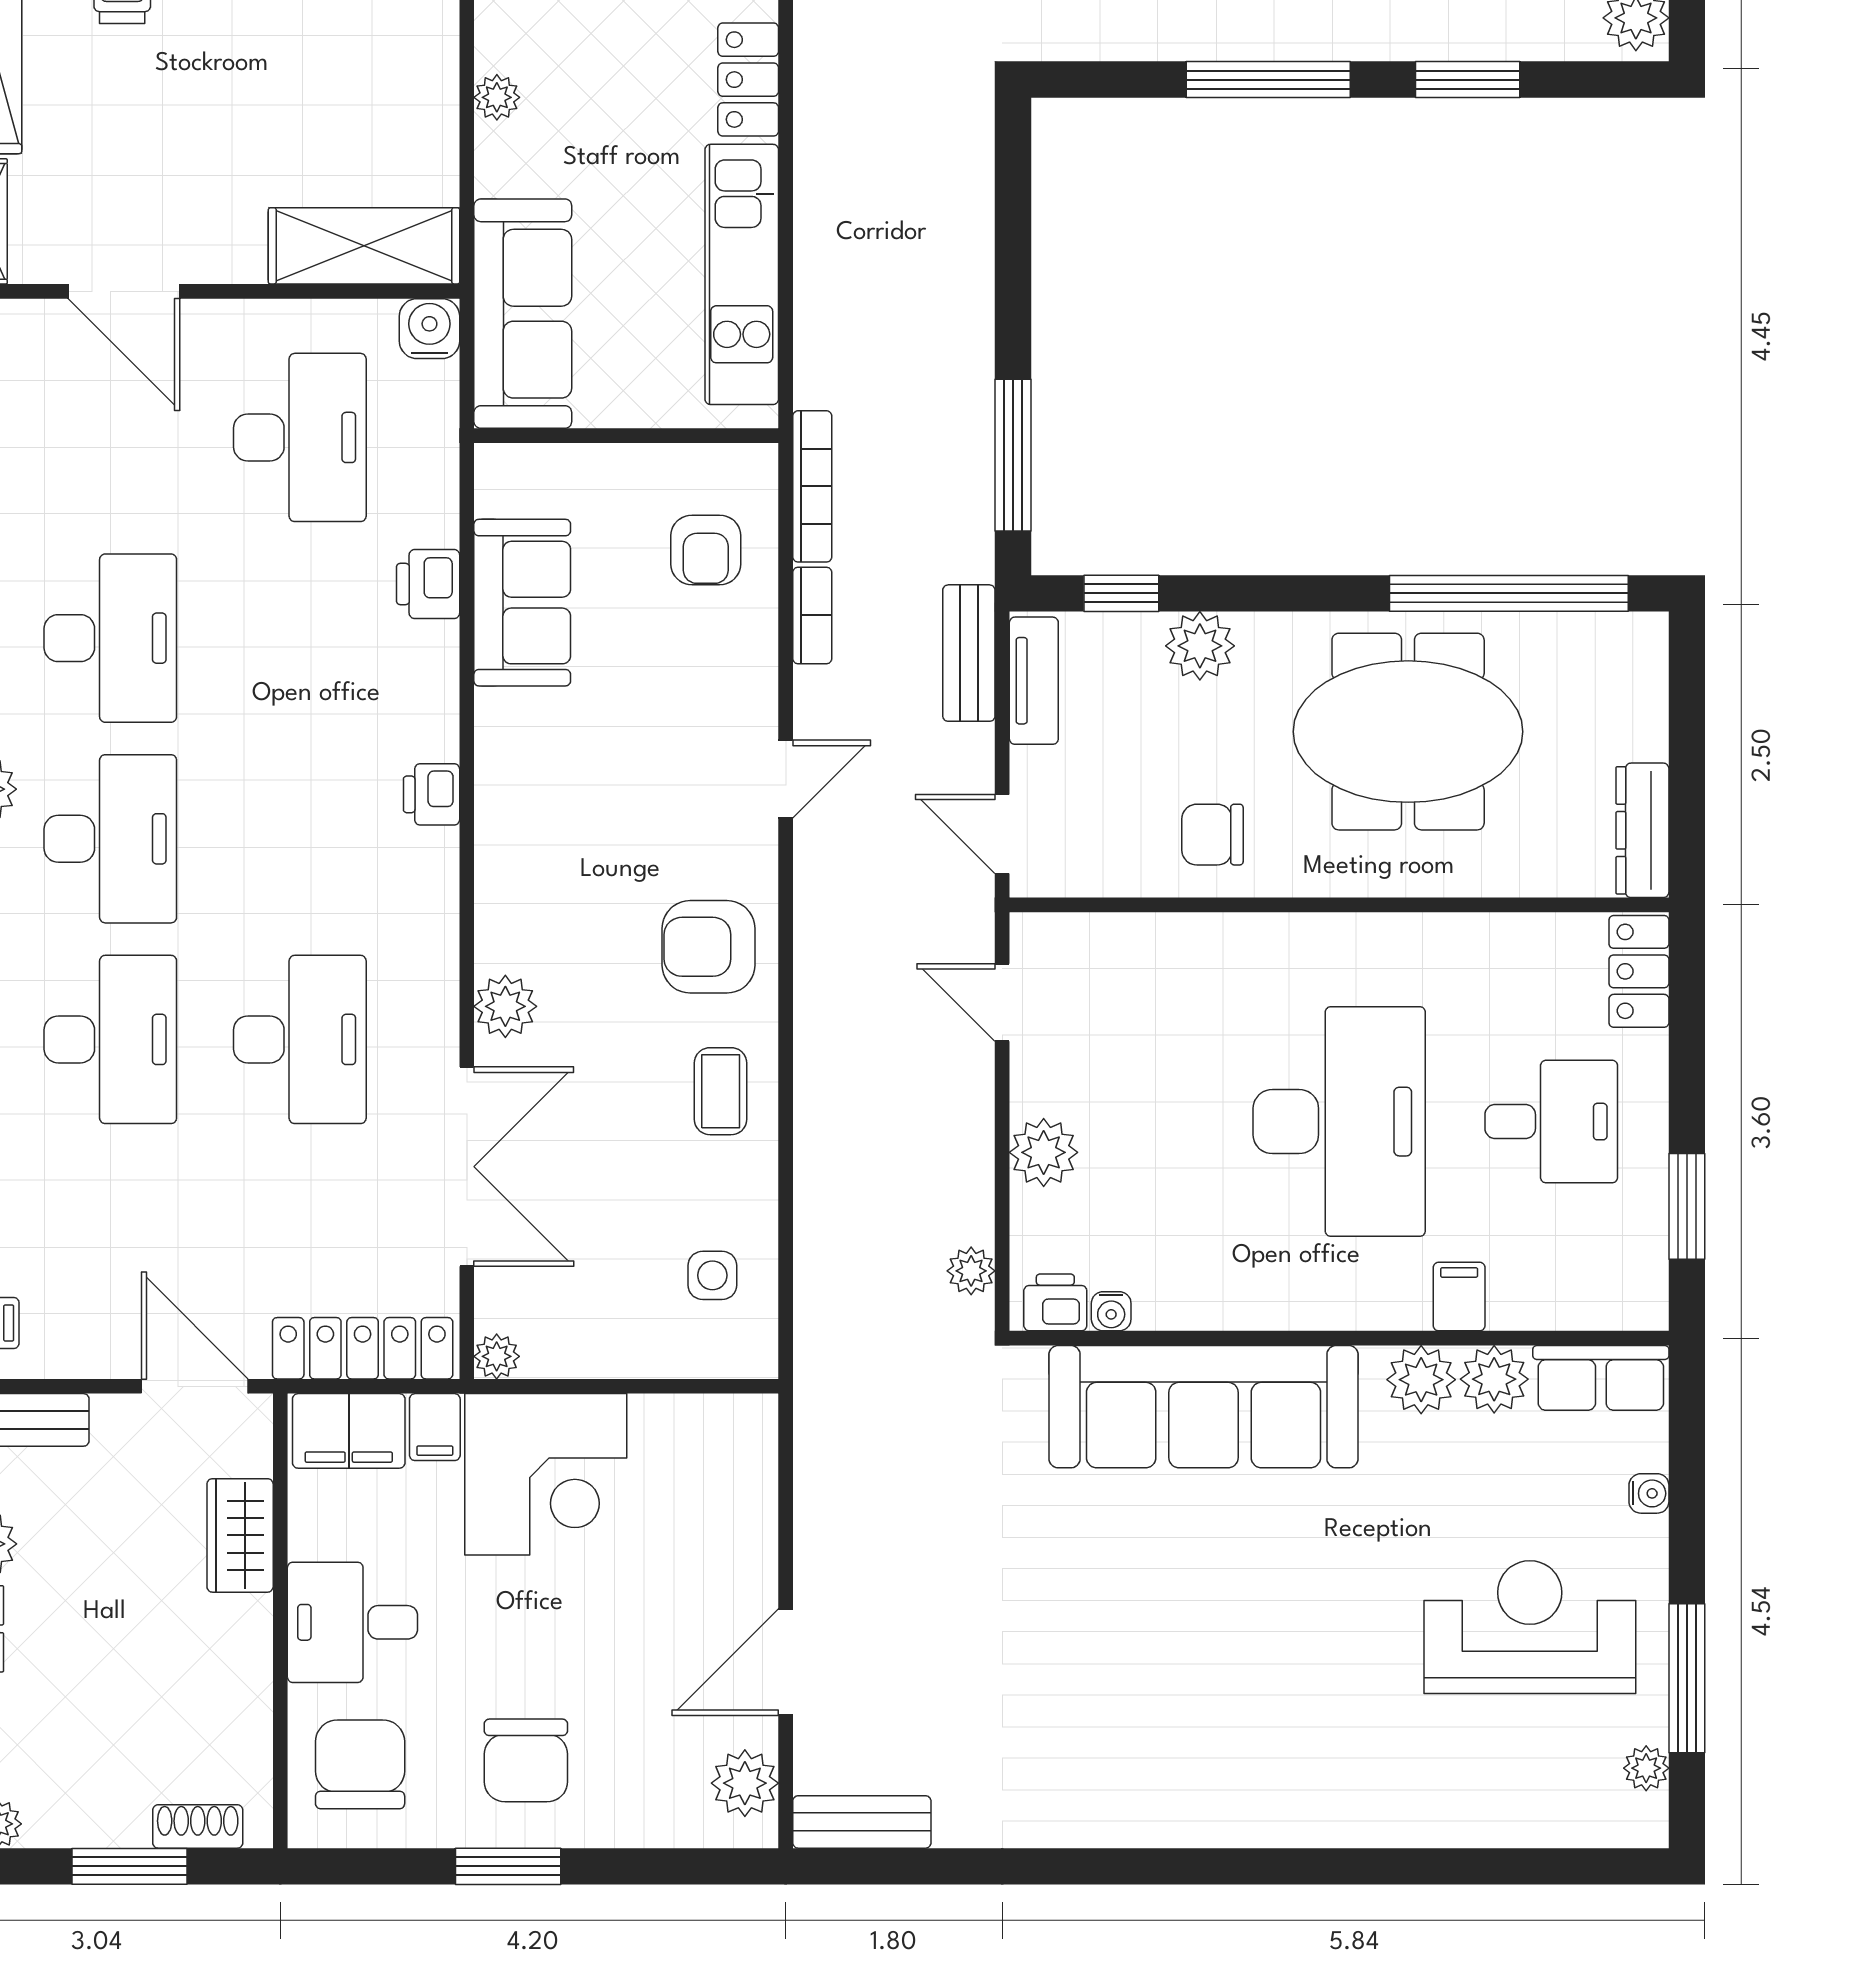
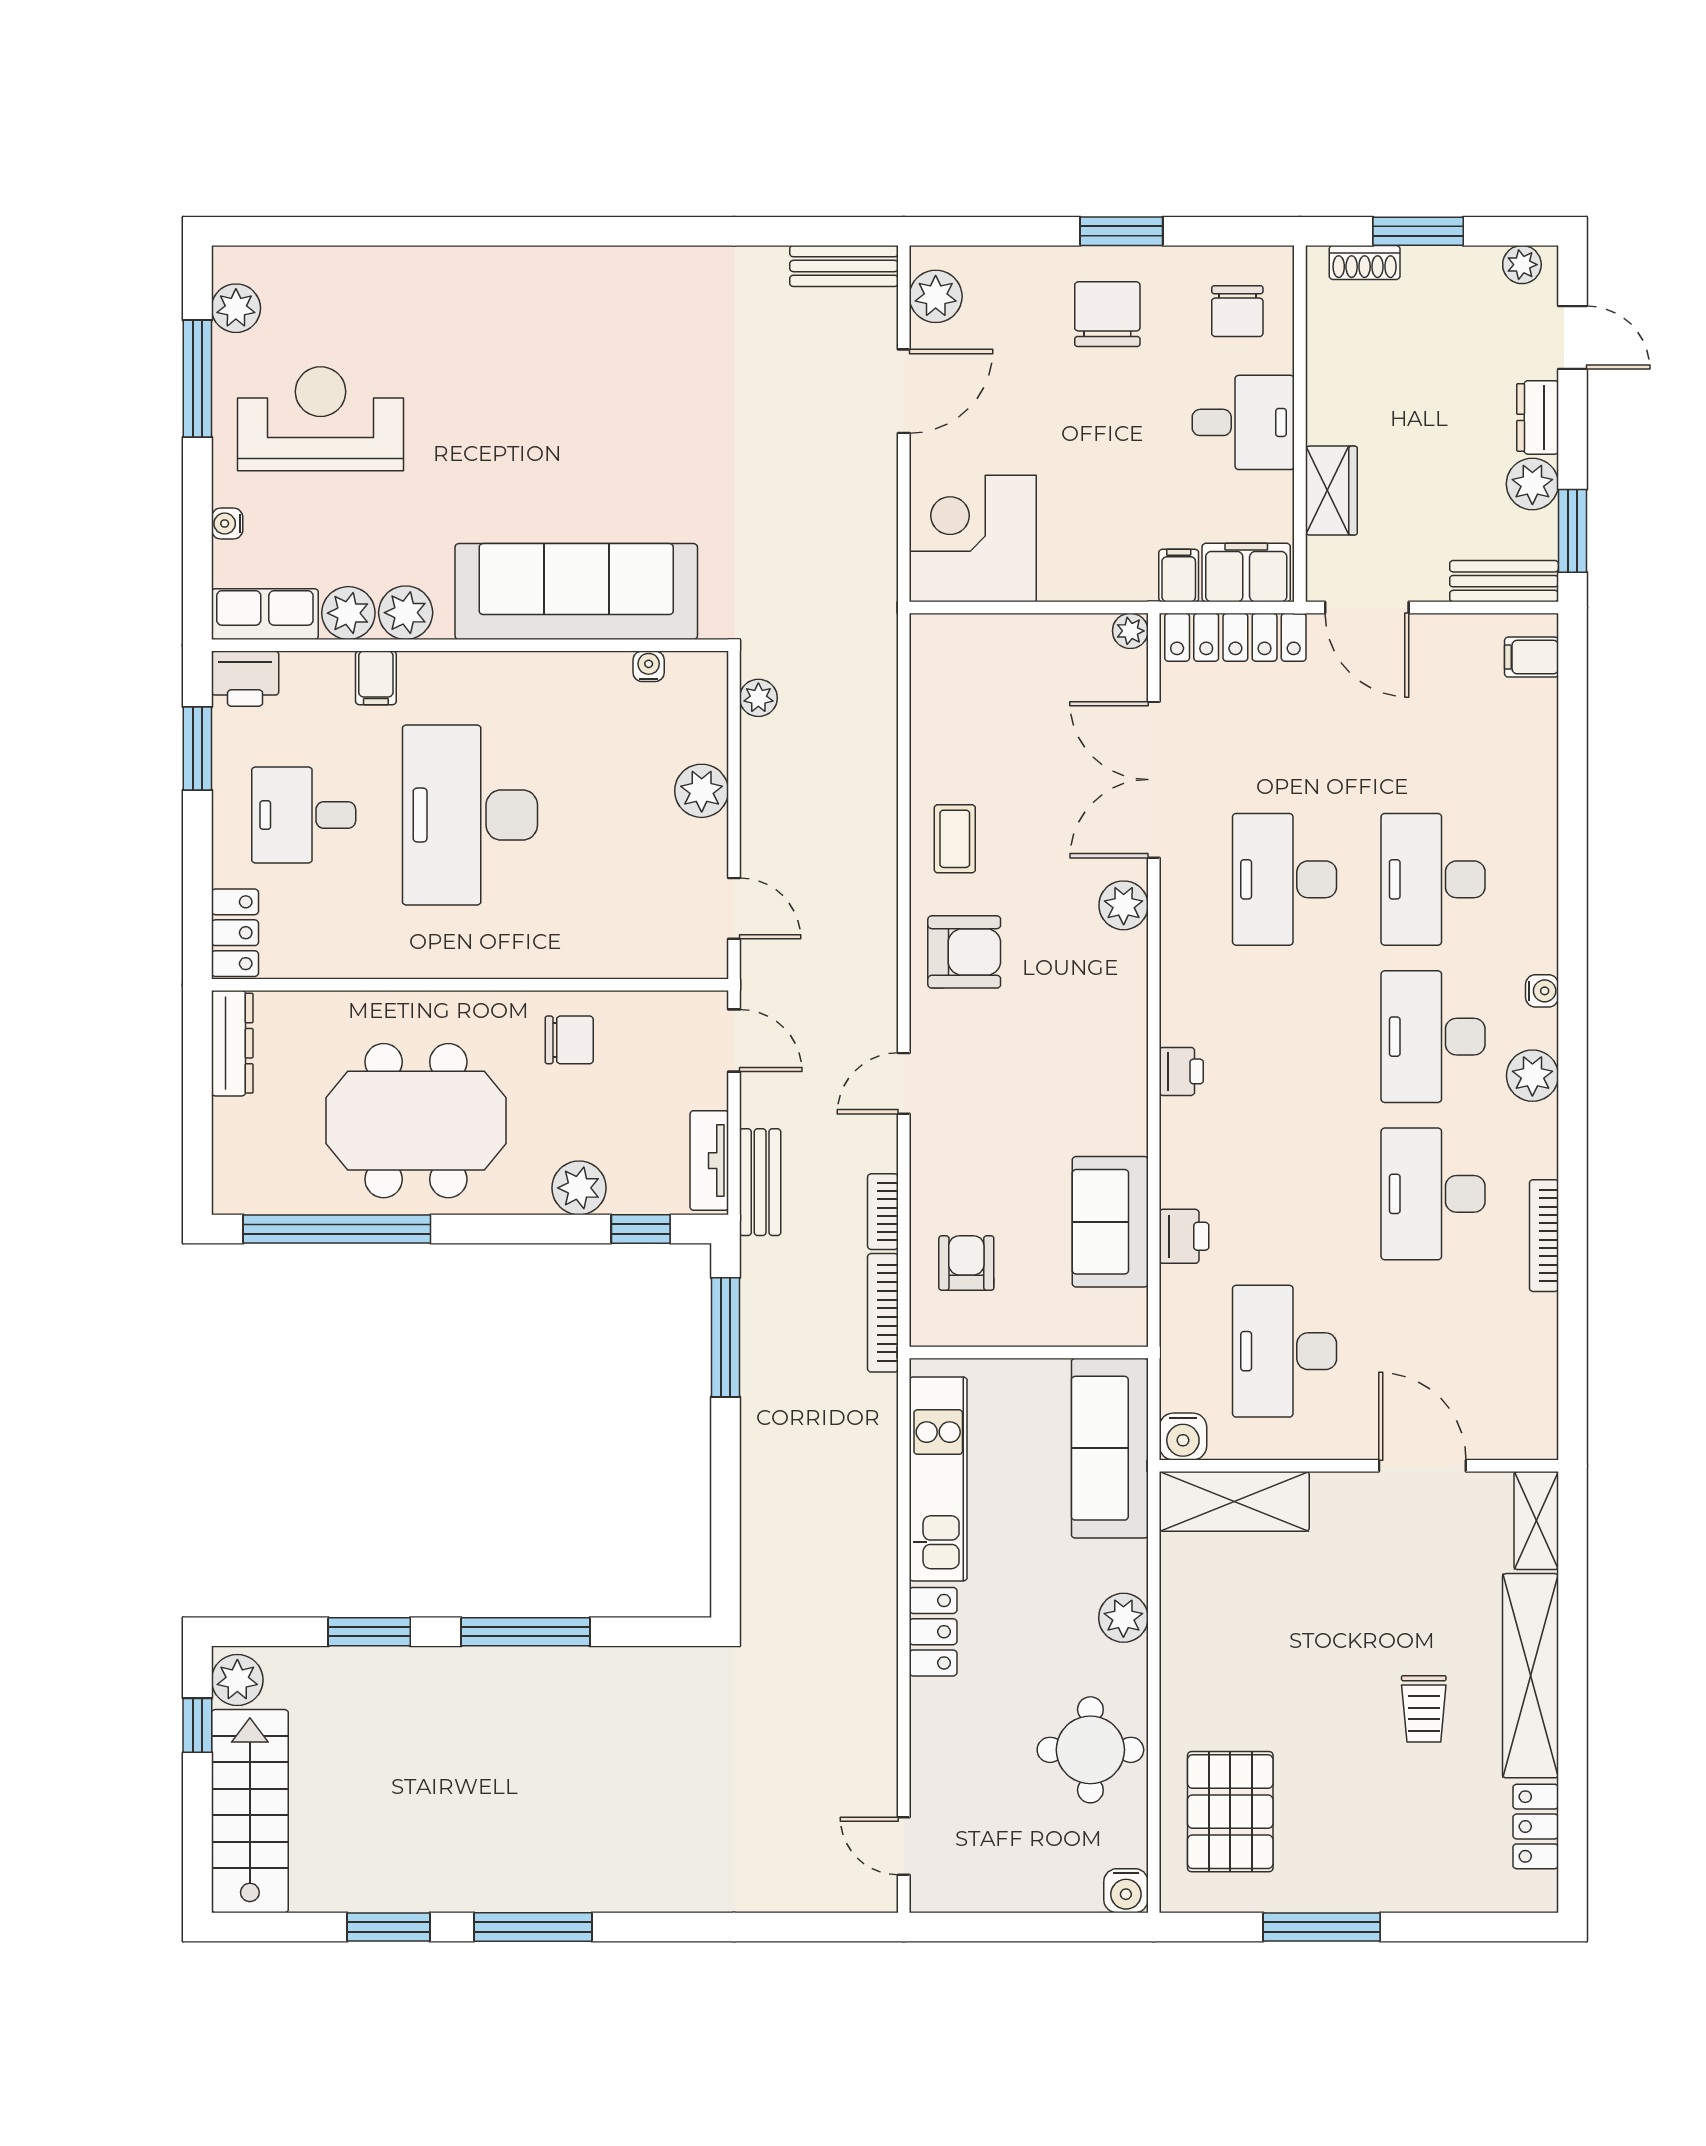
plant: (497, 97) -> (1123, 1618), width x1.38, depth x1.38
side table: (712, 1275) -> (961, 694), removed
printer: (1055, 1302) -> (245, 679), moved, width x1.36, depth x1.24
corner desk: (546, 1474) -> (973, 538), moved
reception desk: (1530, 1627) -> (321, 419), turned 180
chair: (360, 1764) -> (1237, 311), width x0.73, depth x0.73
plant: (1646, 1768) -> (236, 308), width x1.38, depth x1.38

